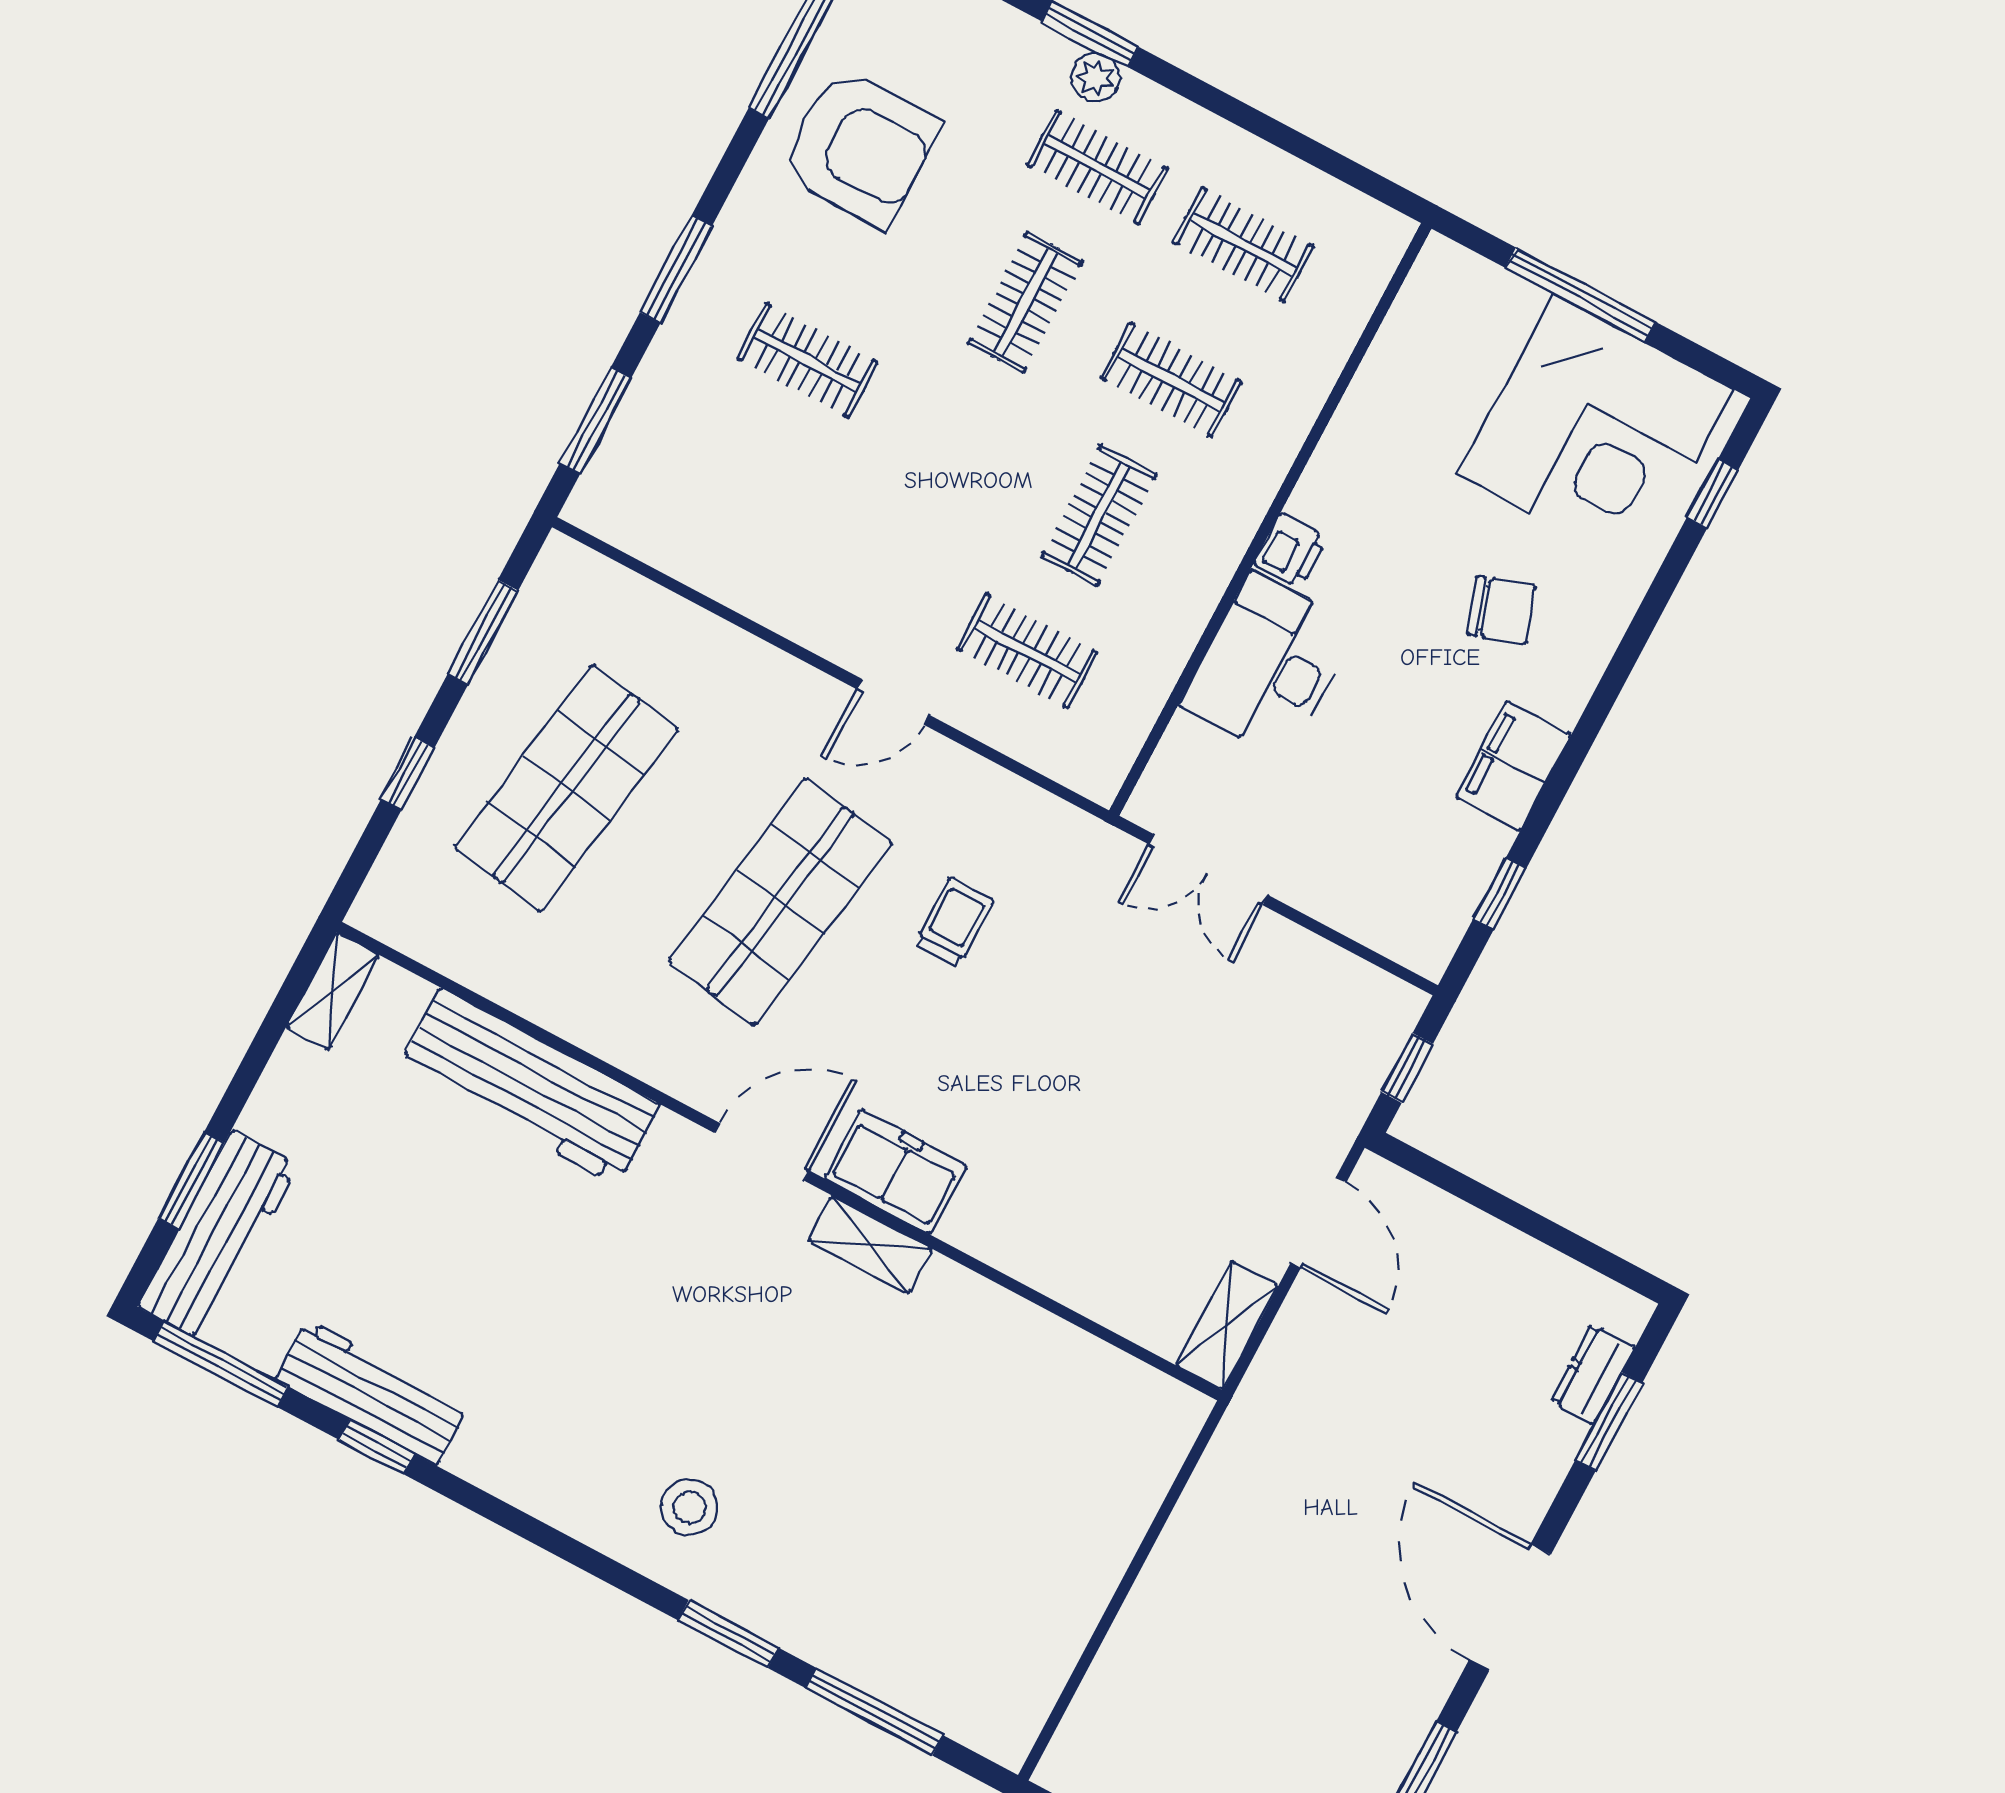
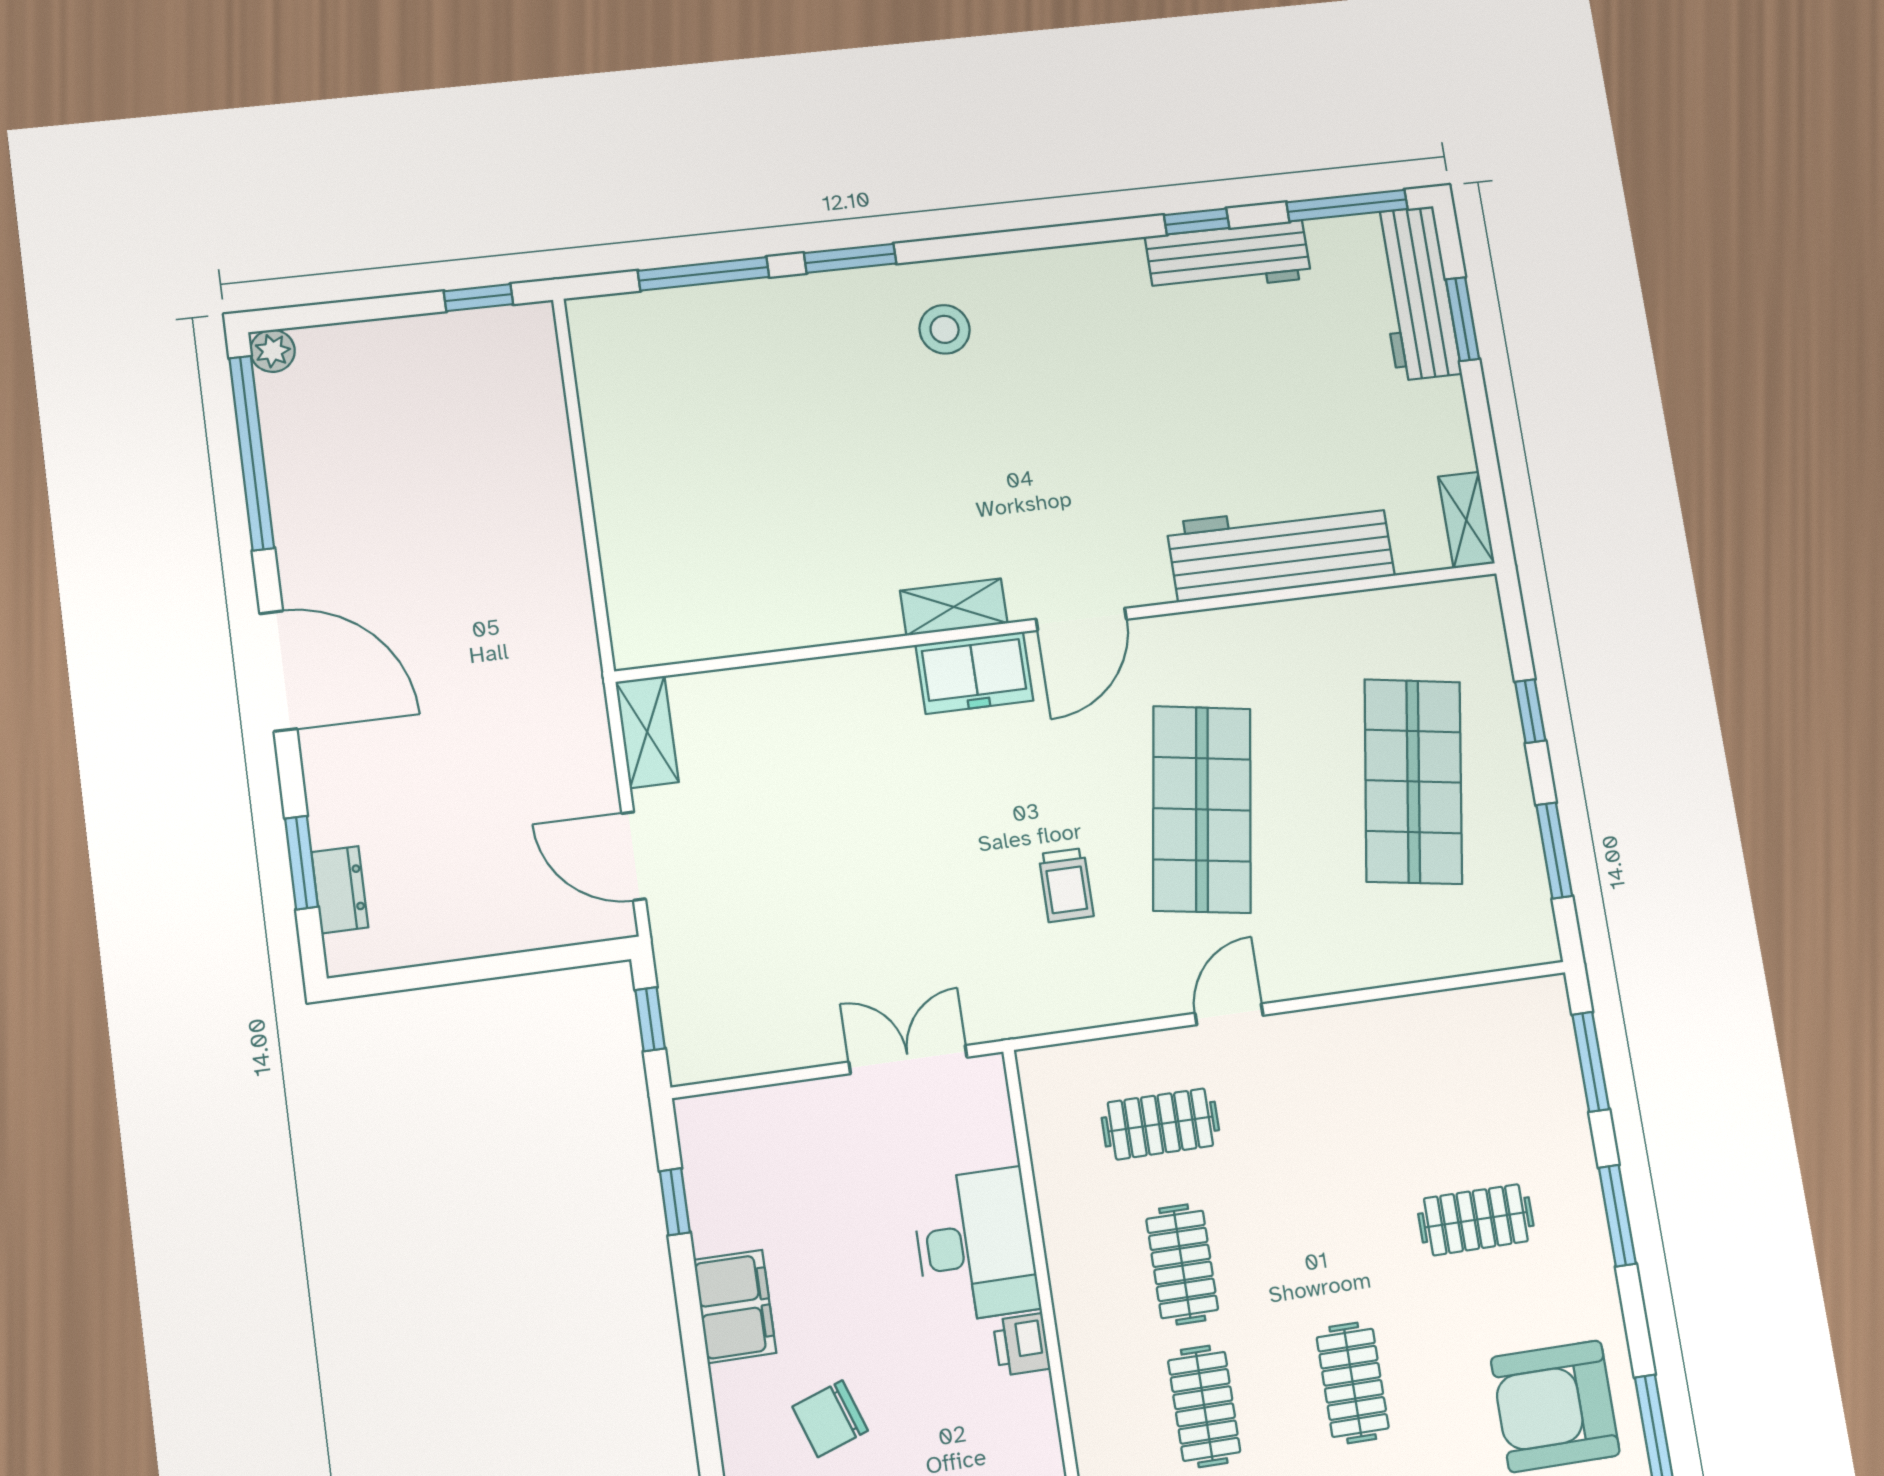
clothes rail: (1171, 380) -> (1204, 1406), turned 90

